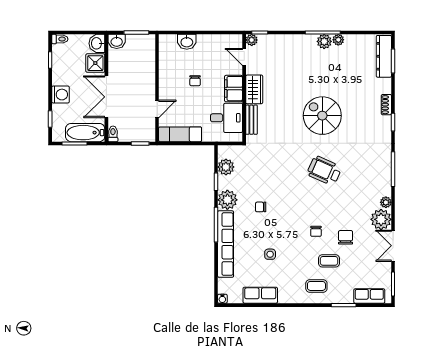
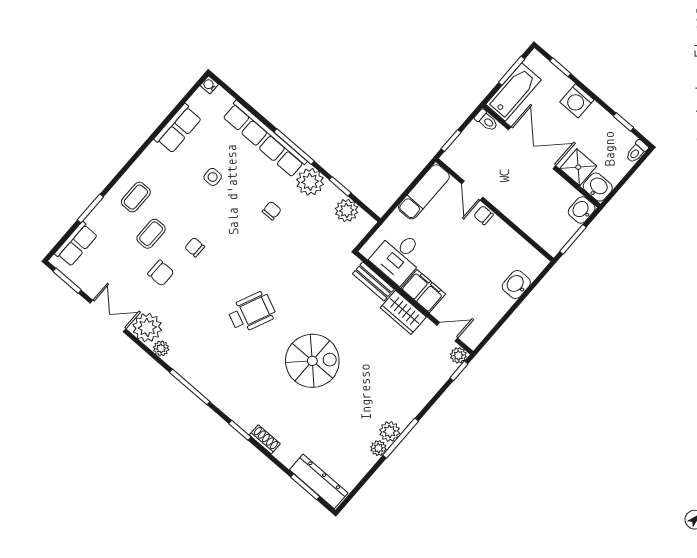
chair: (195, 81) -> (484, 215), moved

